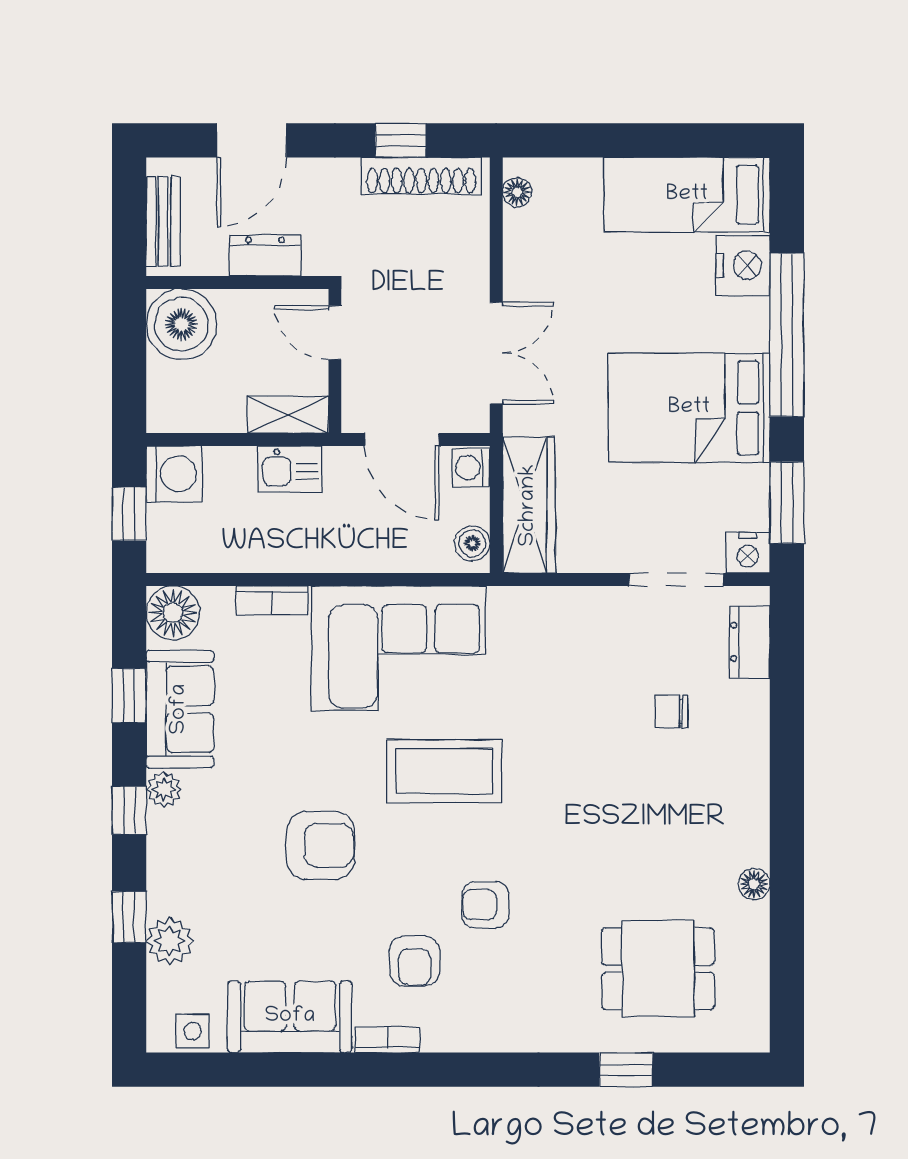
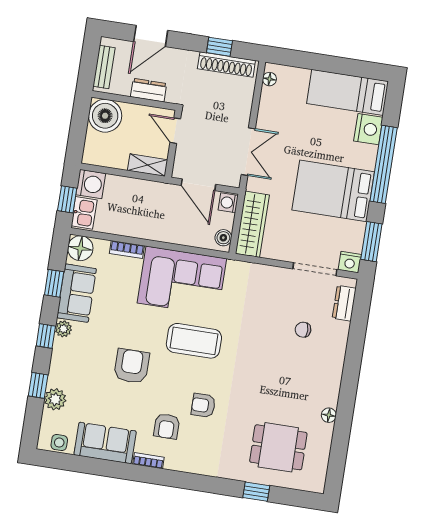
kitchen sink: (290, 469) -> (84, 213), moved, turned -90
armchair: (320, 845) -> (132, 366), turned -90

